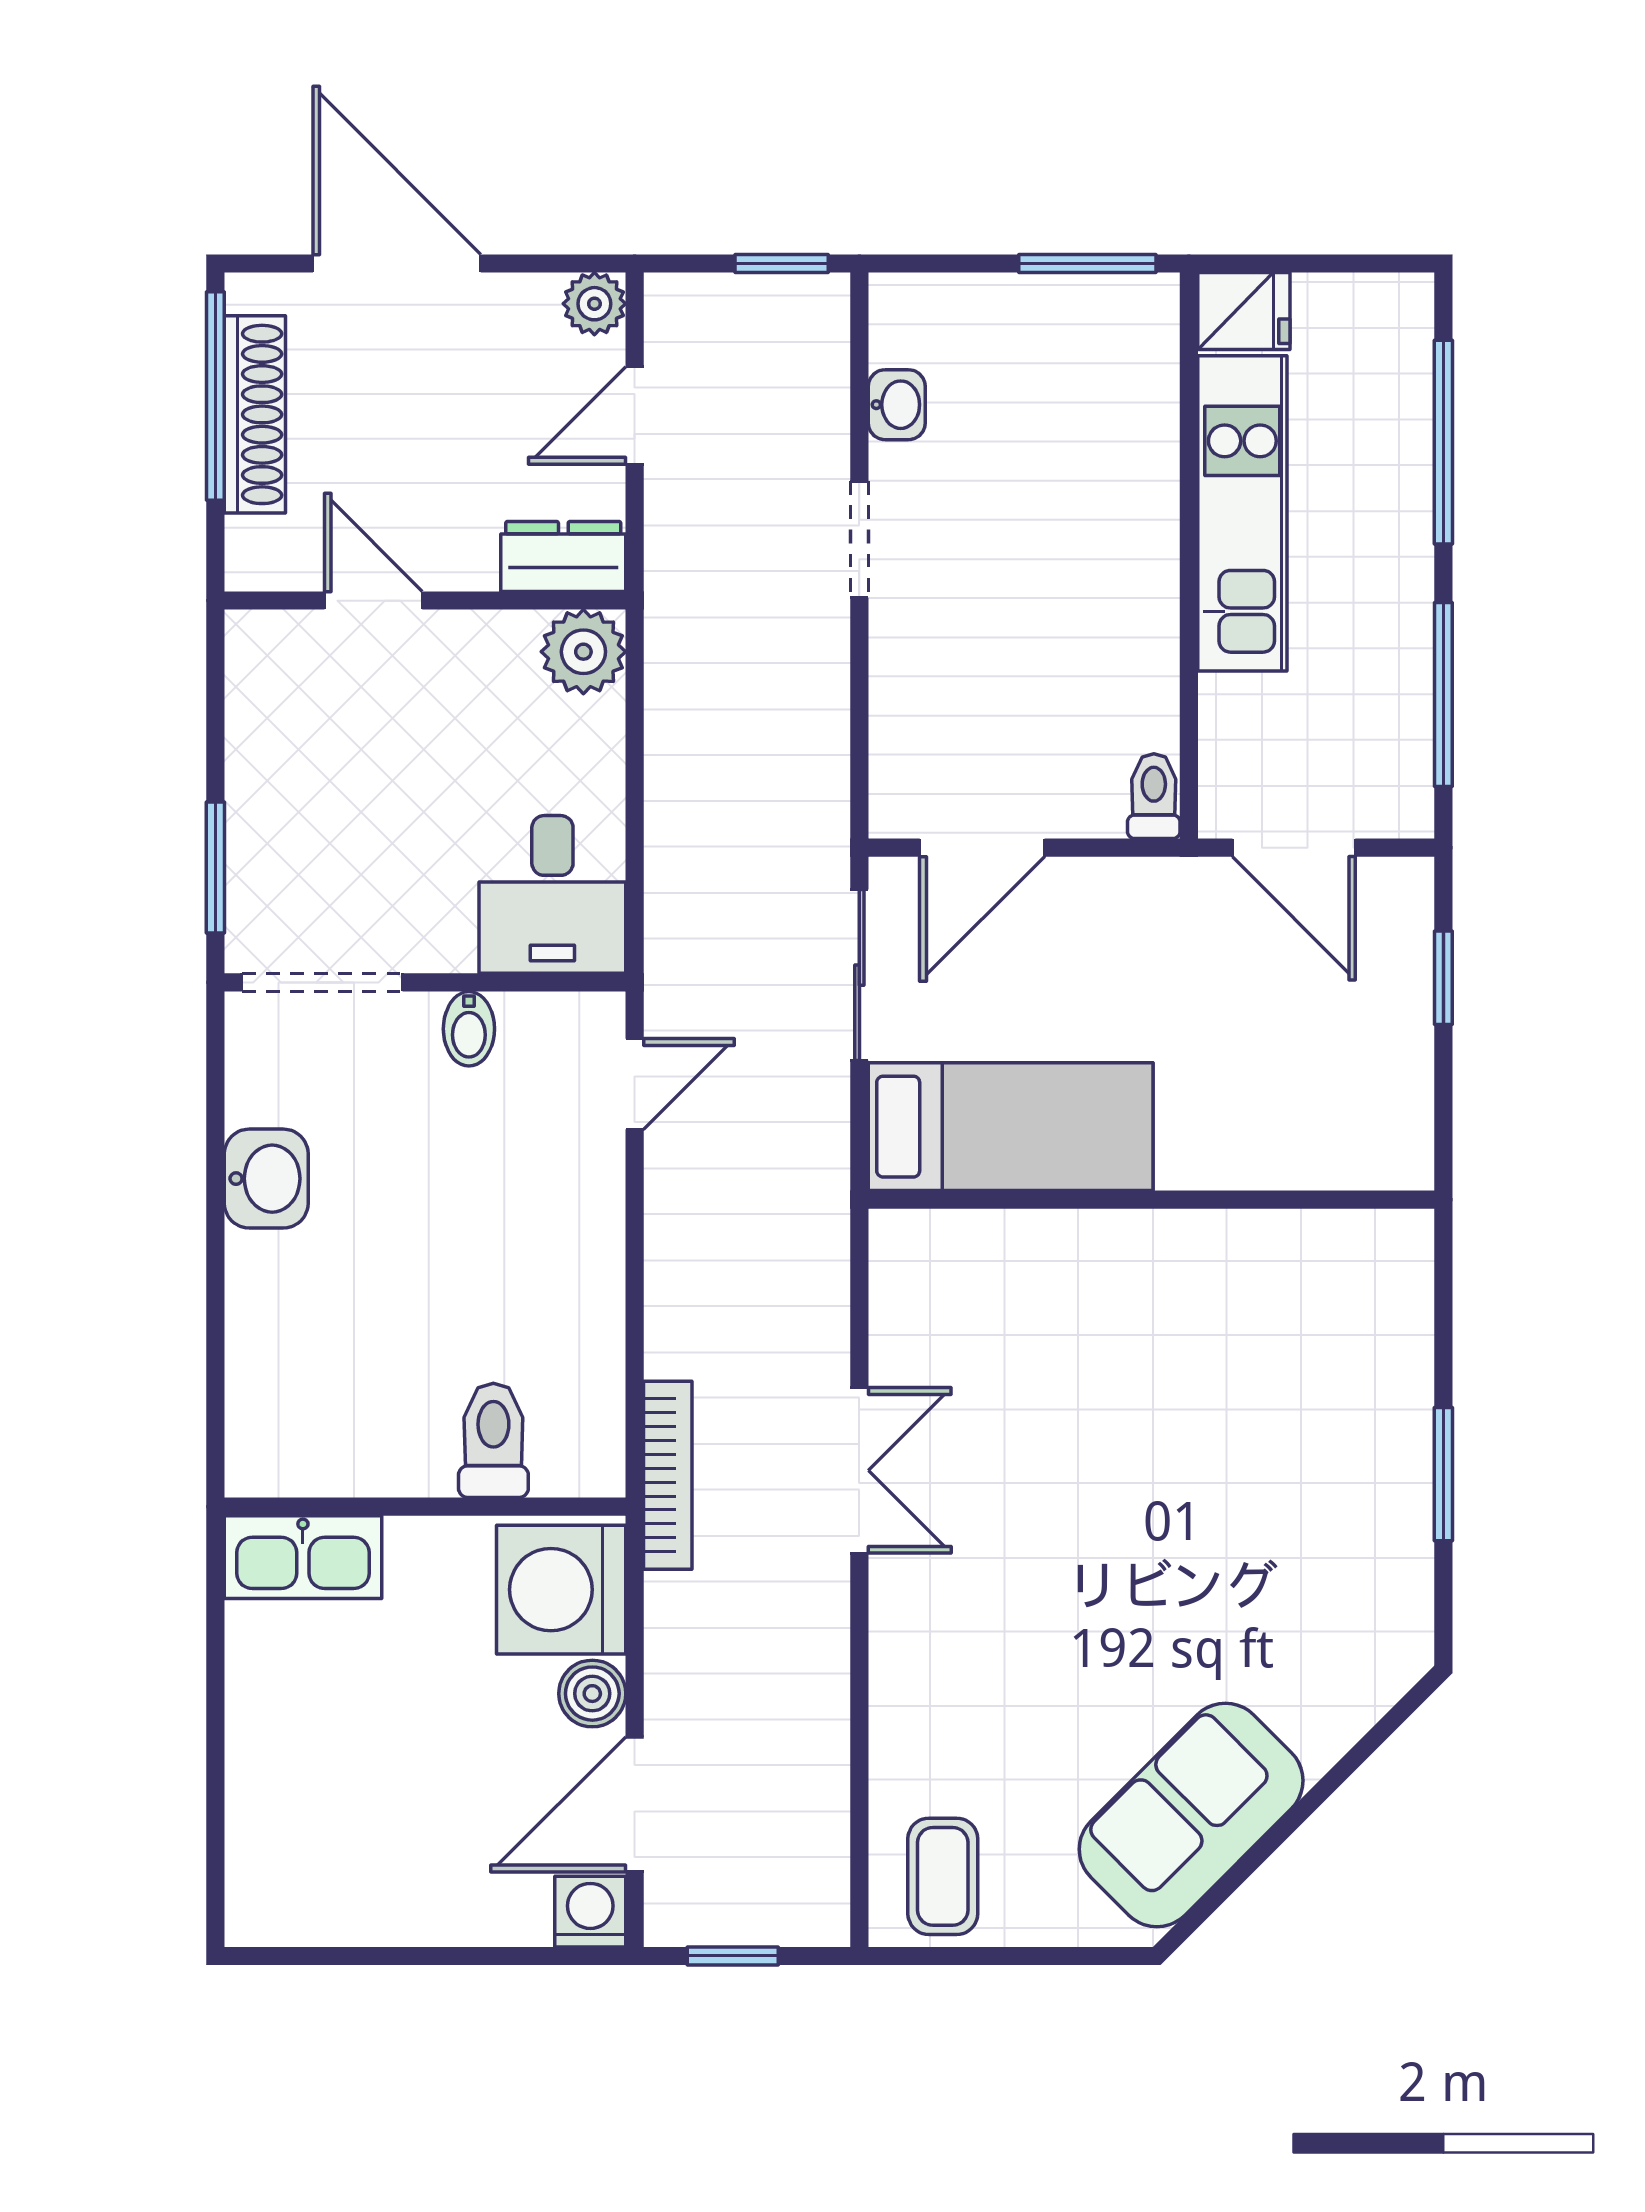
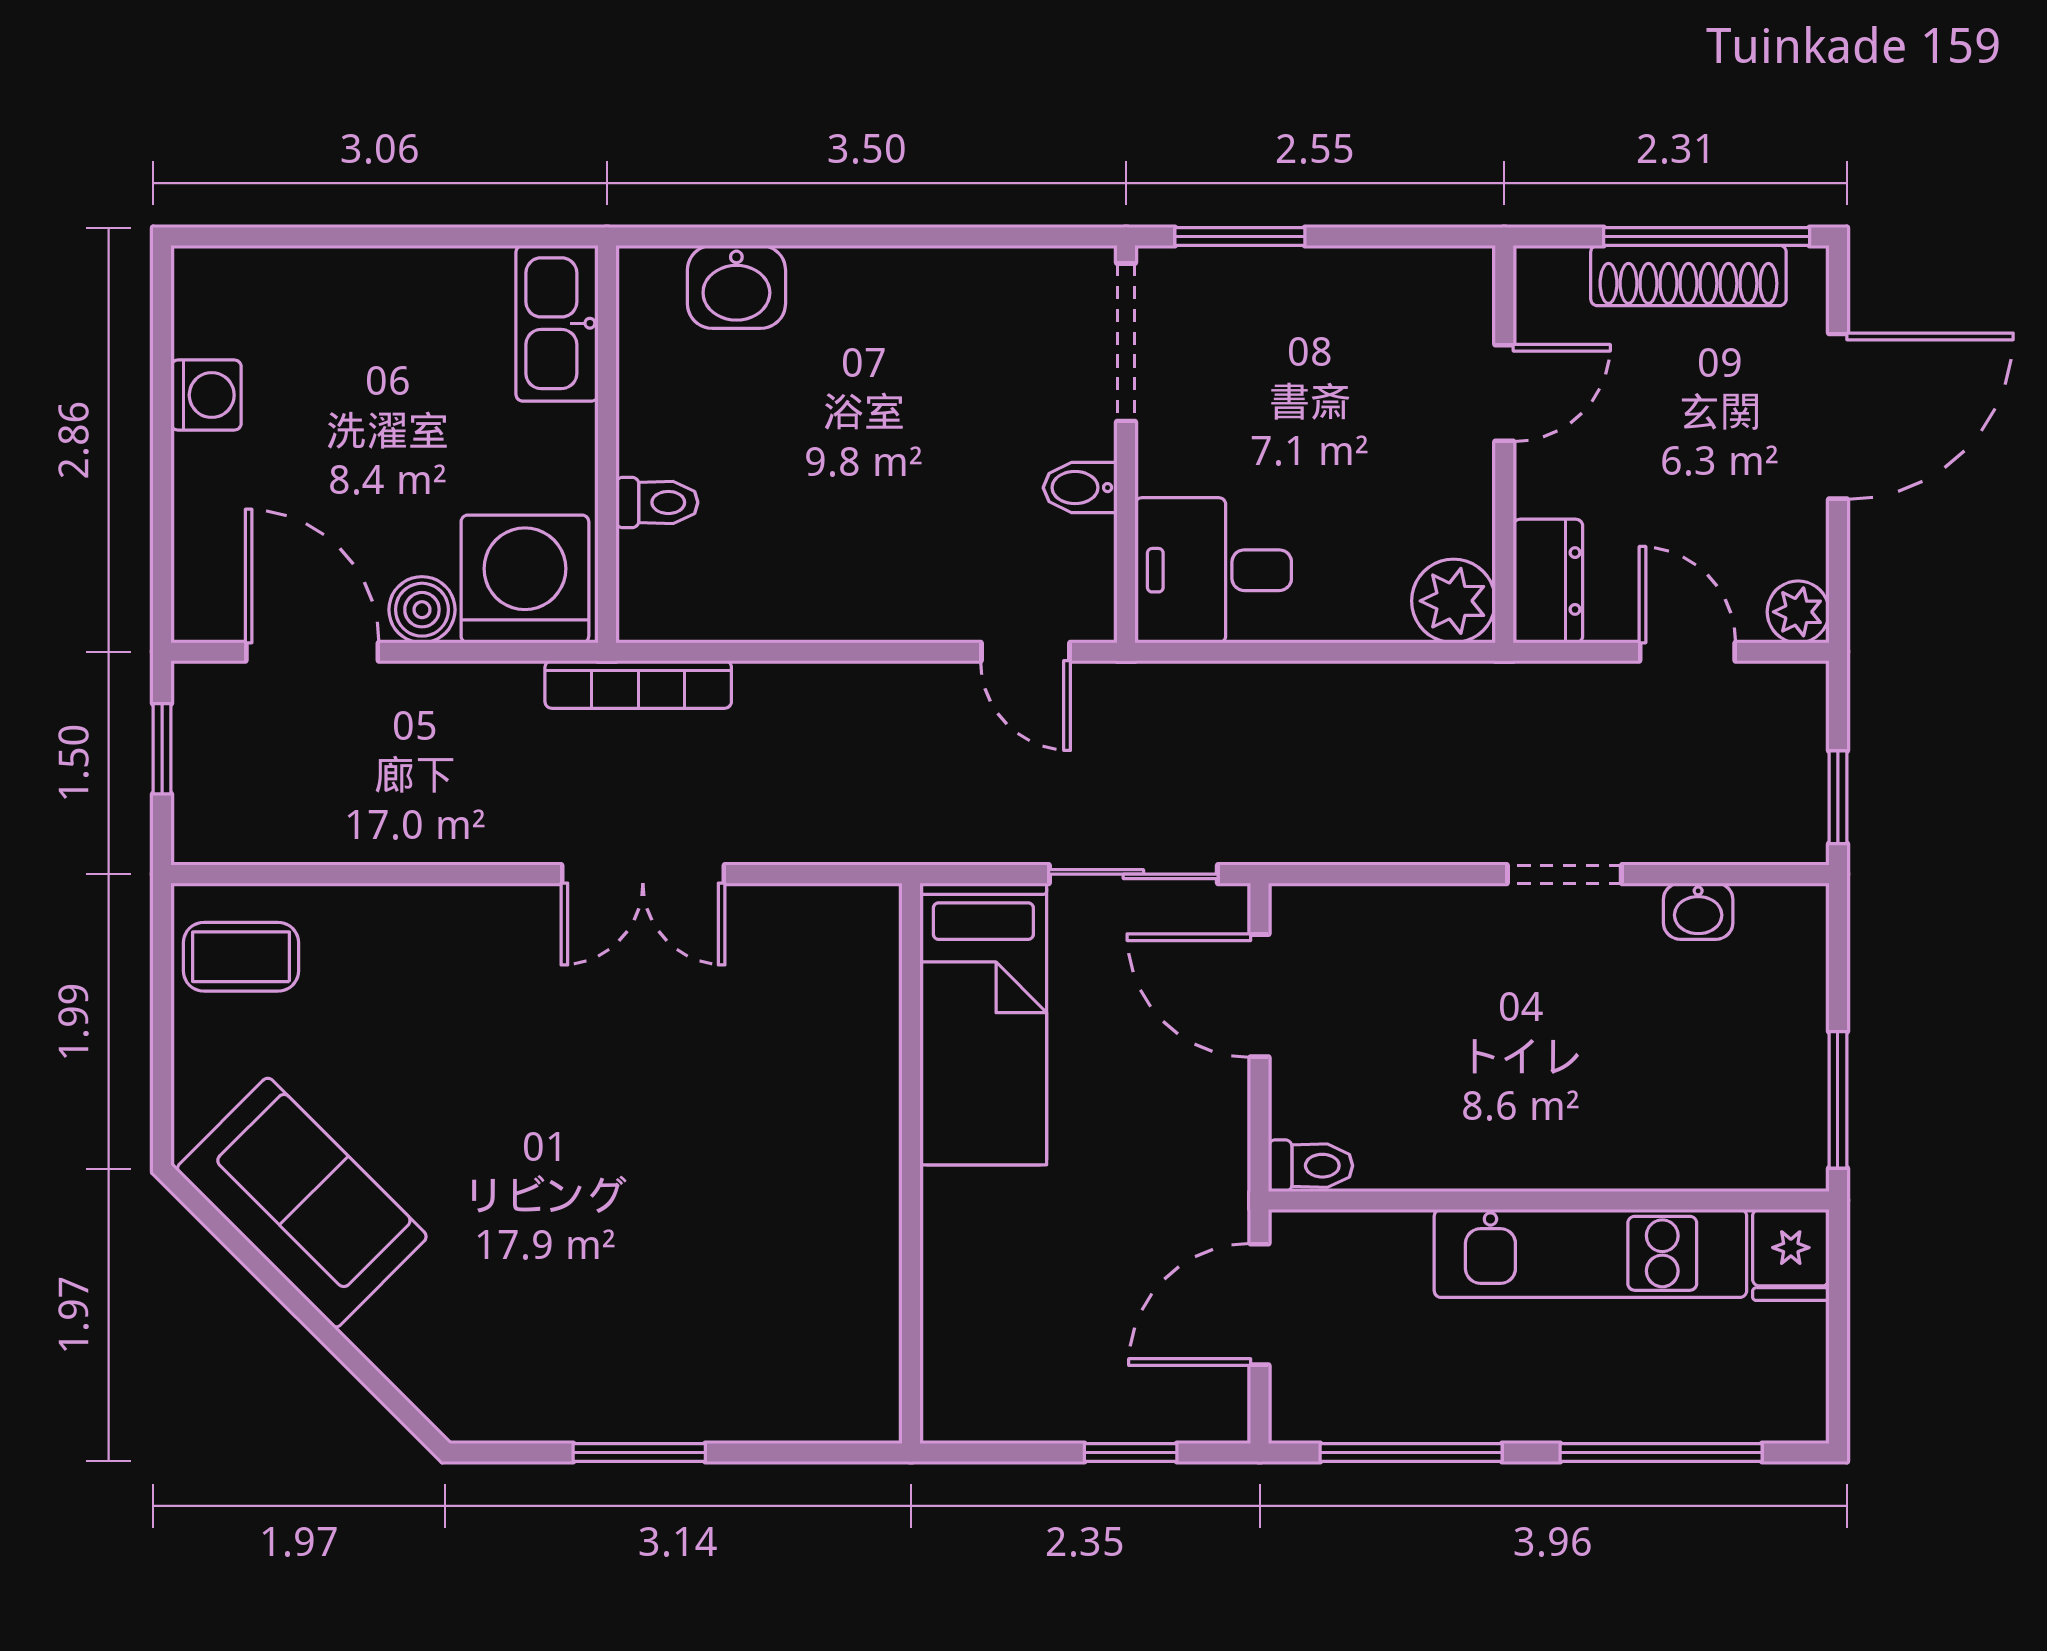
washbasin: (266, 1179) -> (736, 287), moved
toilet: (493, 1440) -> (657, 502), width x0.73, depth x0.72
washing machine: (590, 1912) -> (206, 395), moved

